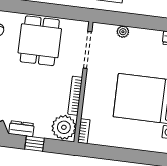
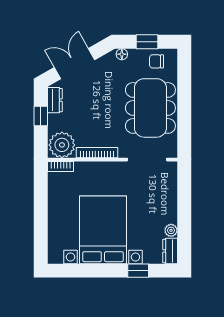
plant: (123, 32) -> (171, 230), moved
dining table: (40, 41) -> (150, 108), width x1.37

